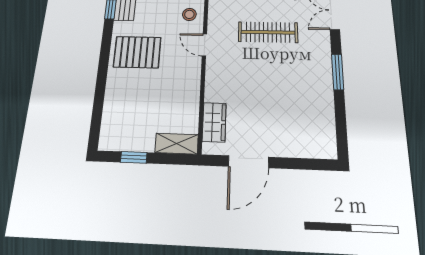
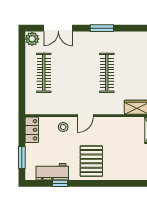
clothes rail: (268, 32) -> (107, 73), moved

